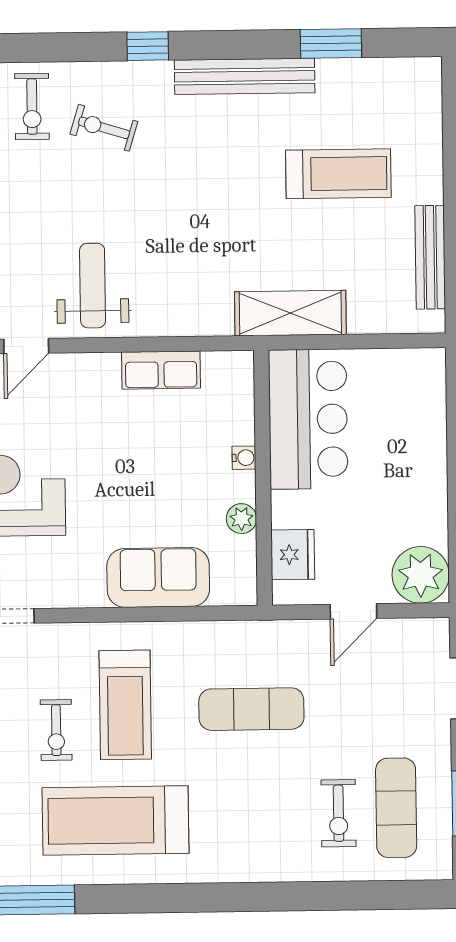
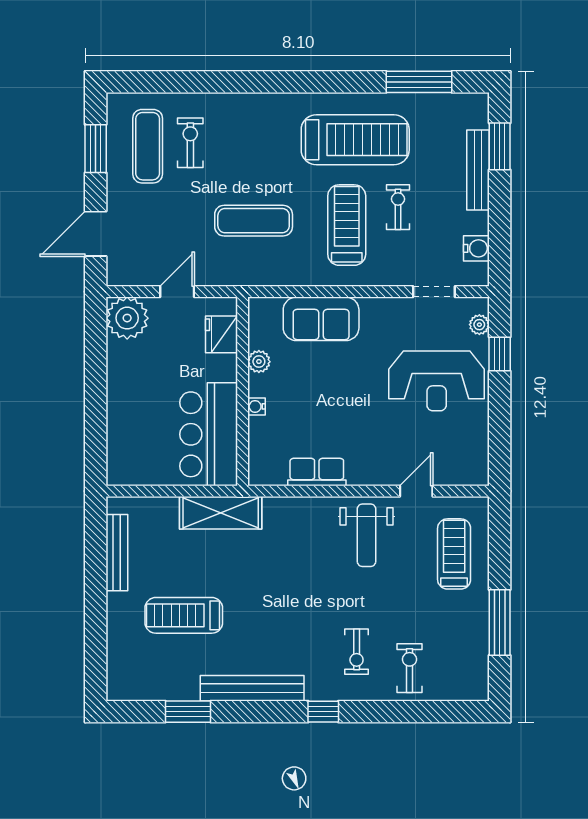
exercise bike: (104, 128) -> (357, 652), turned 73

